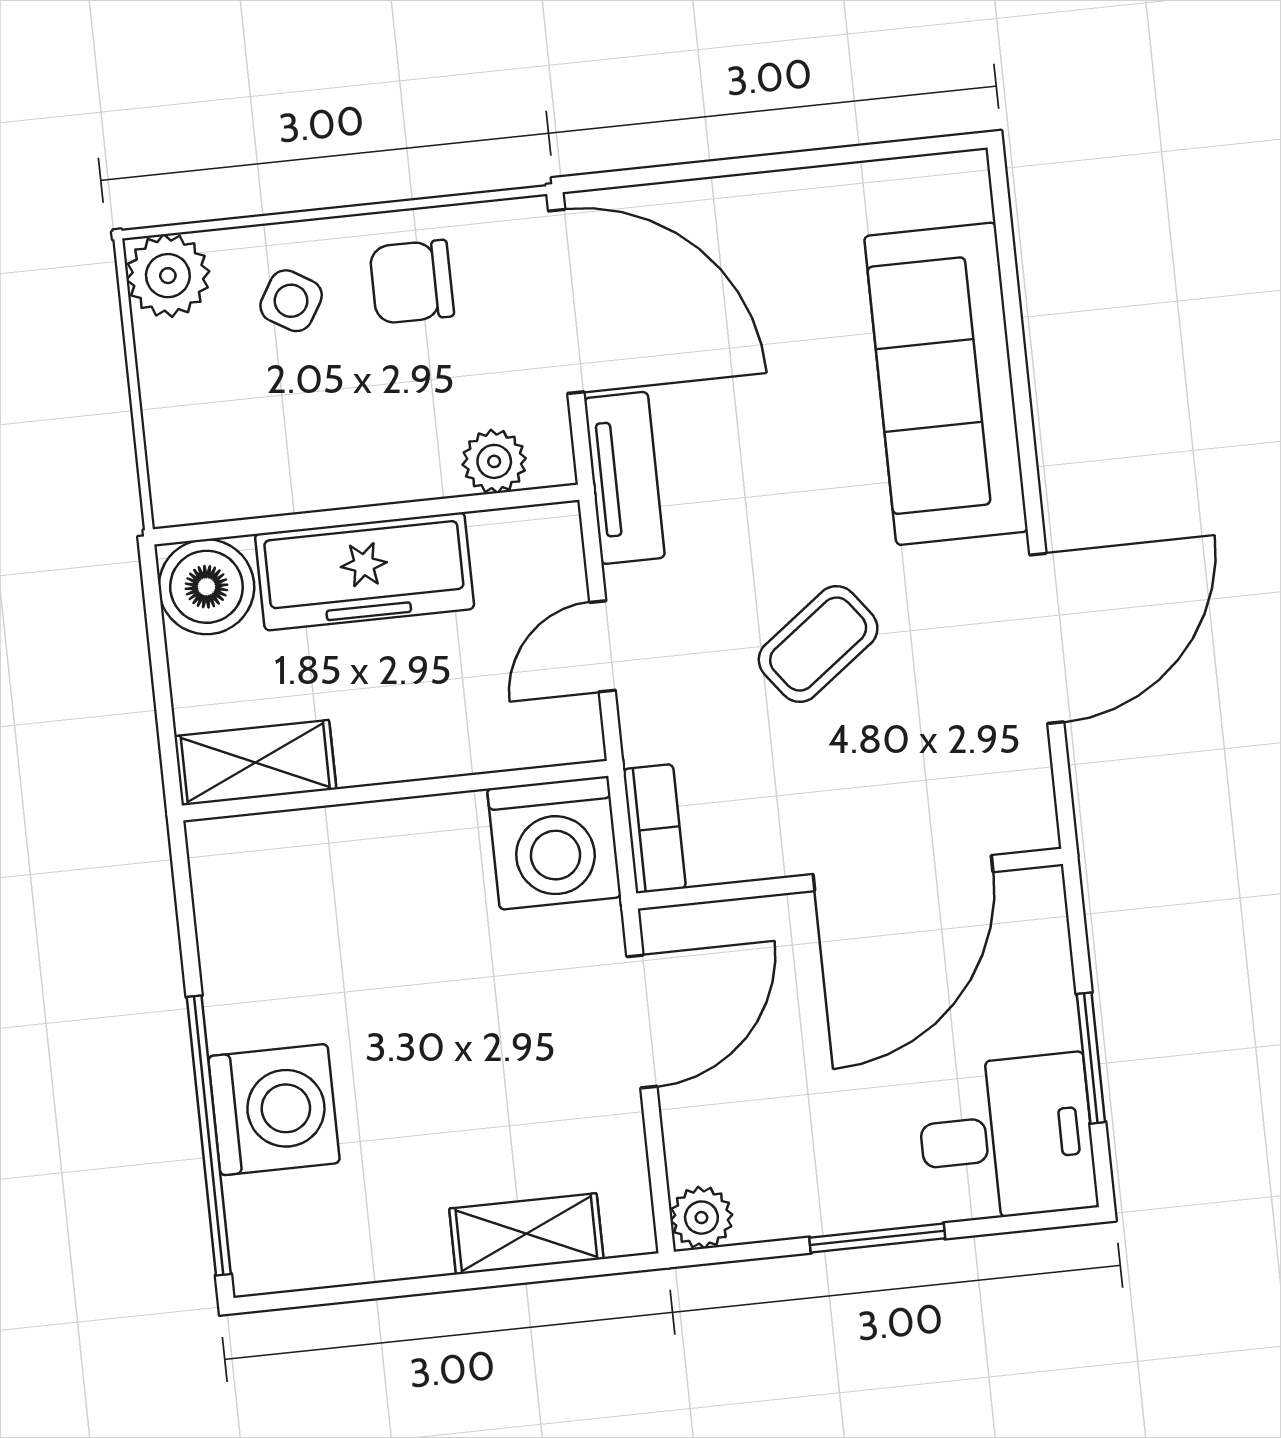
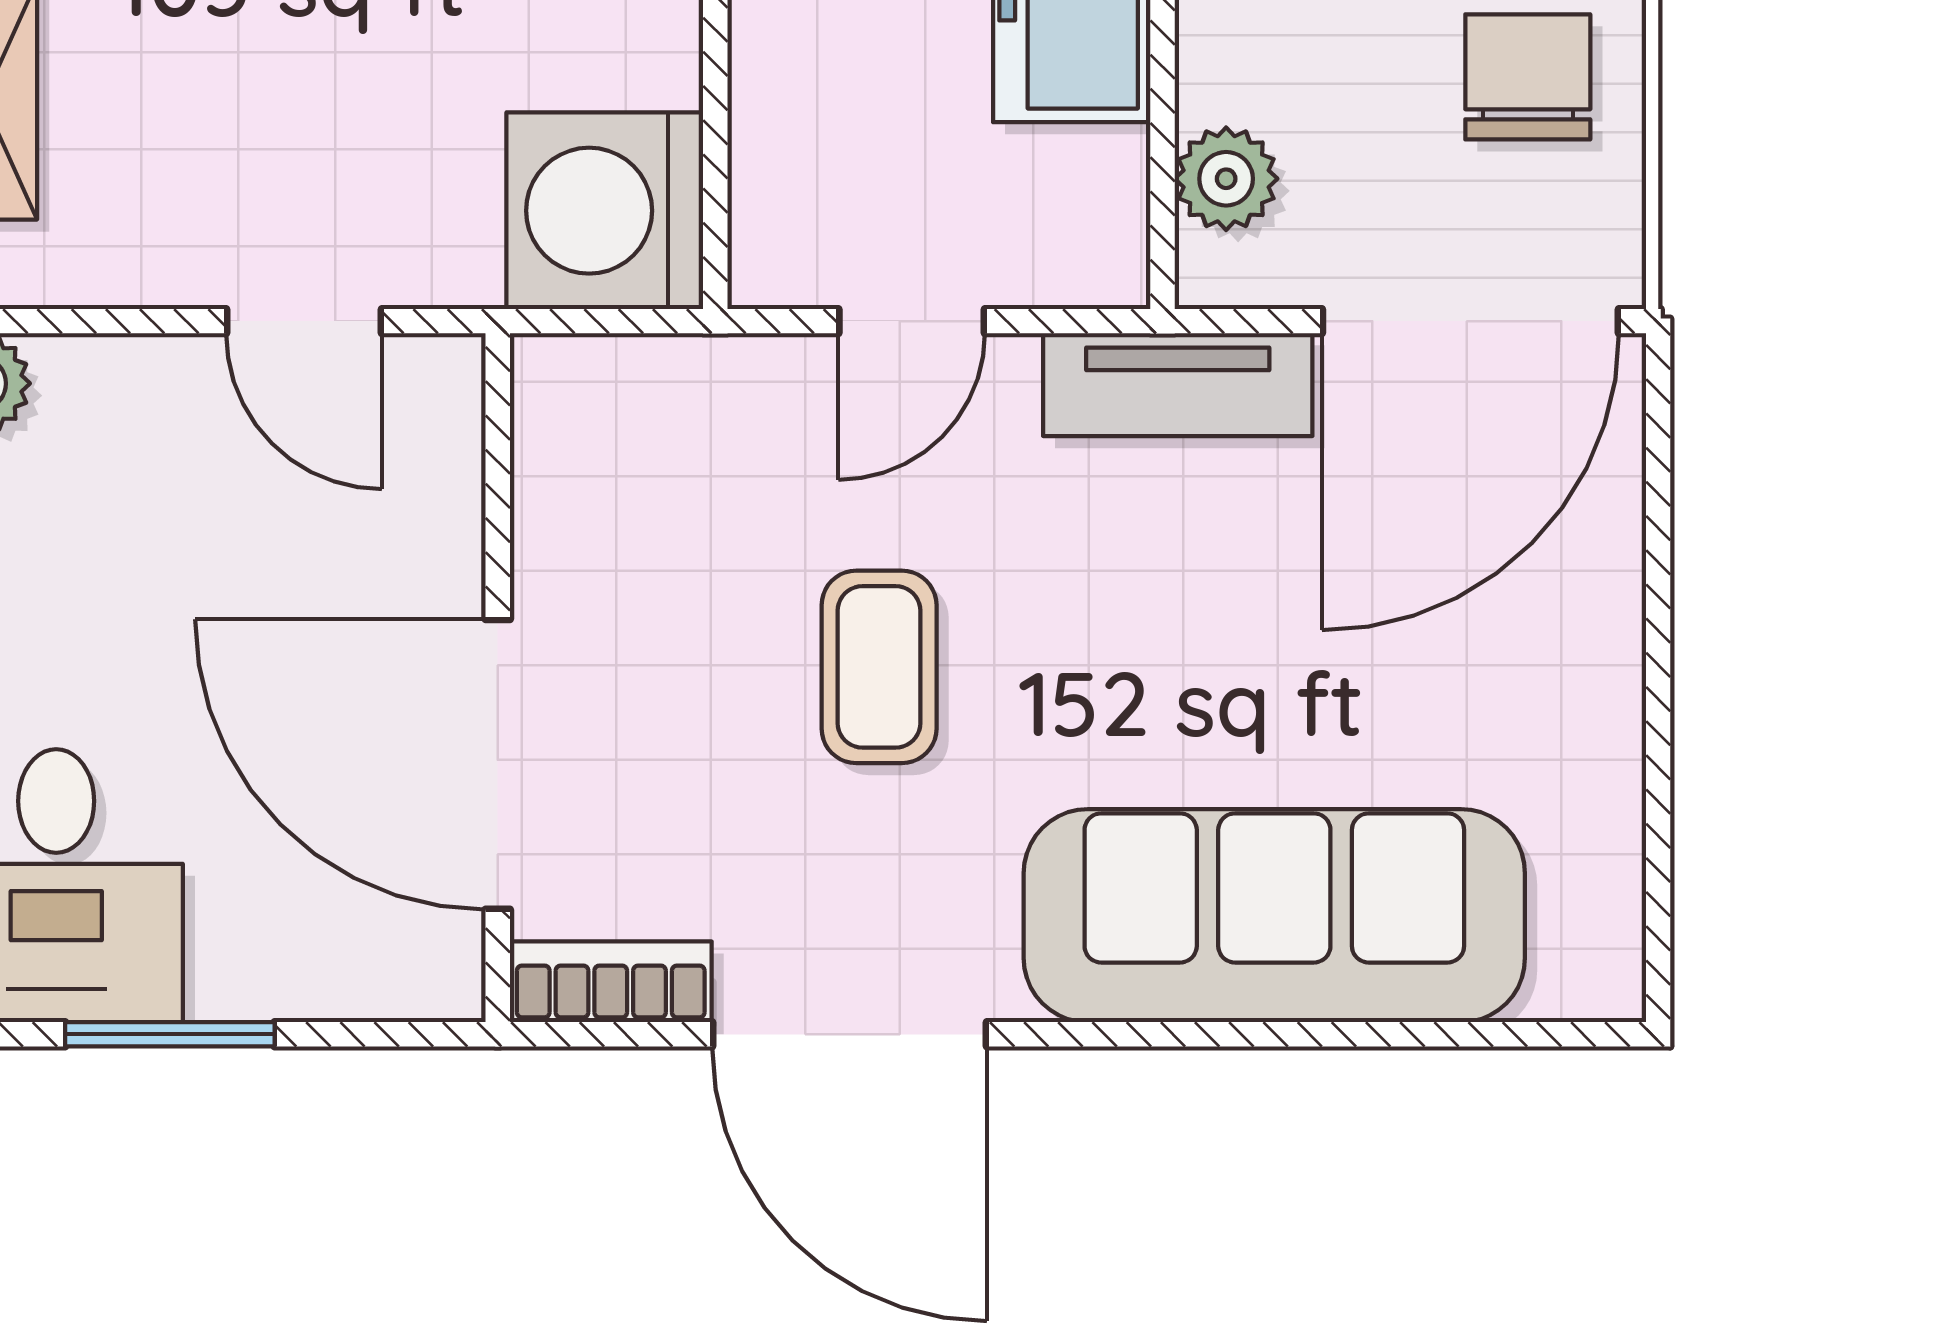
coffee table: (818, 644) -> (879, 667), turned 37
door: (602, 646) -> (912, 321), swing flipped
bookcase: (654, 829) -> (611, 982), moved, turned 180
door: (642, 1021) -> (304, 321), width x0.73

